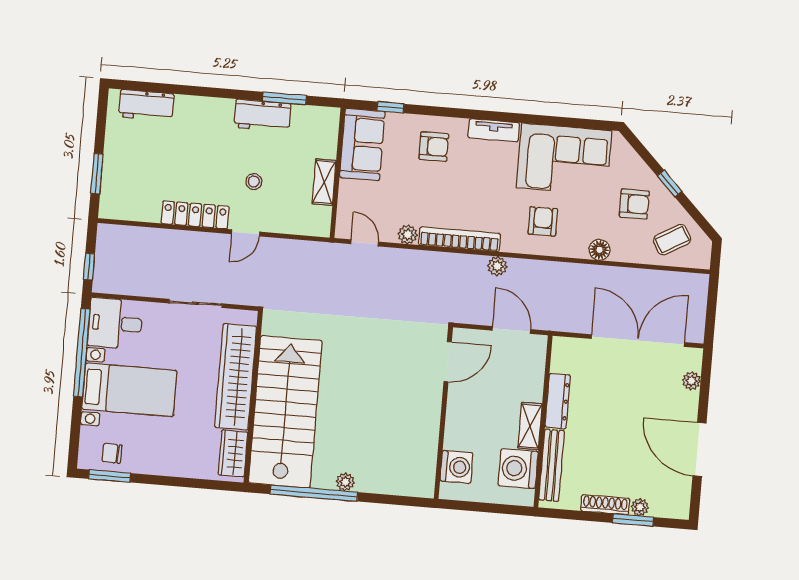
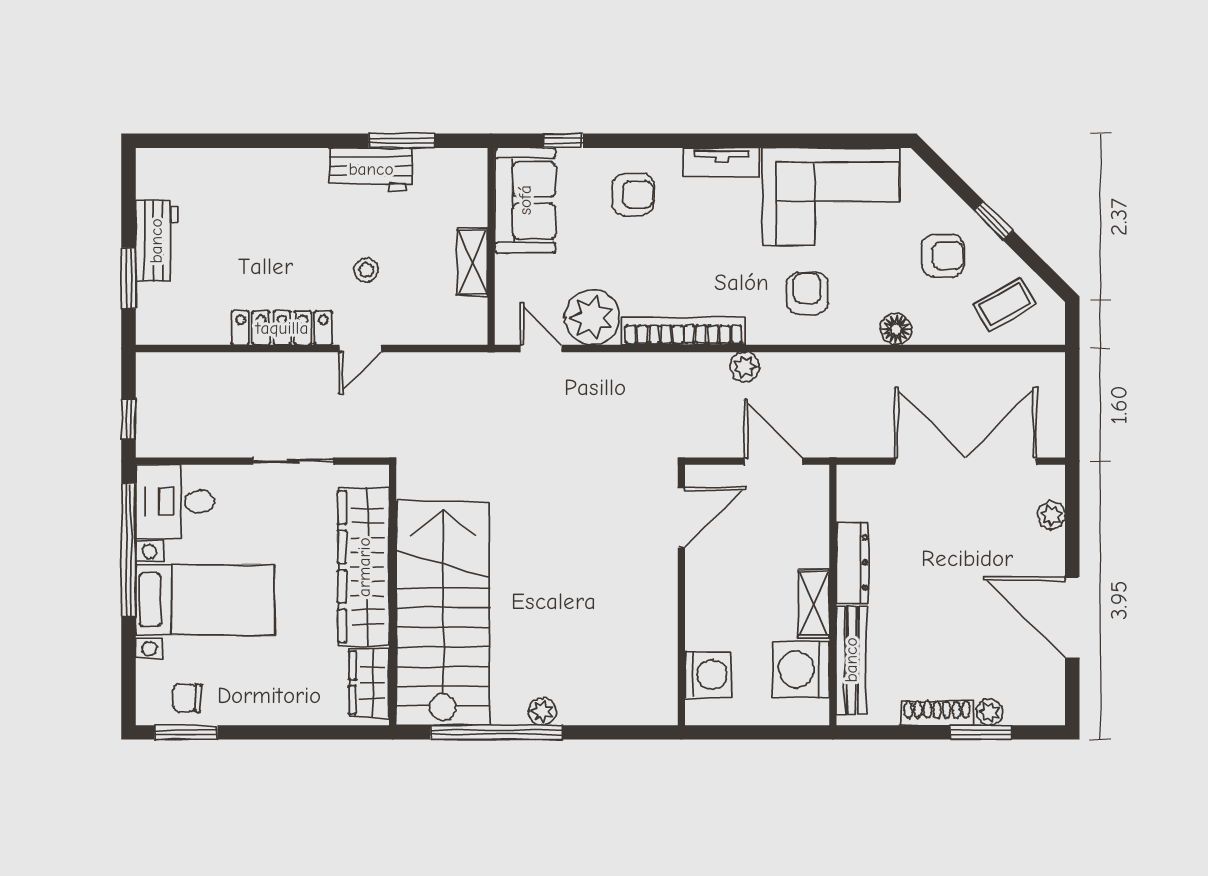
workbench: (146, 105) -> (156, 241), moved, turned -90
plant: (408, 234) -> (592, 317), width x1.87, depth x1.87

